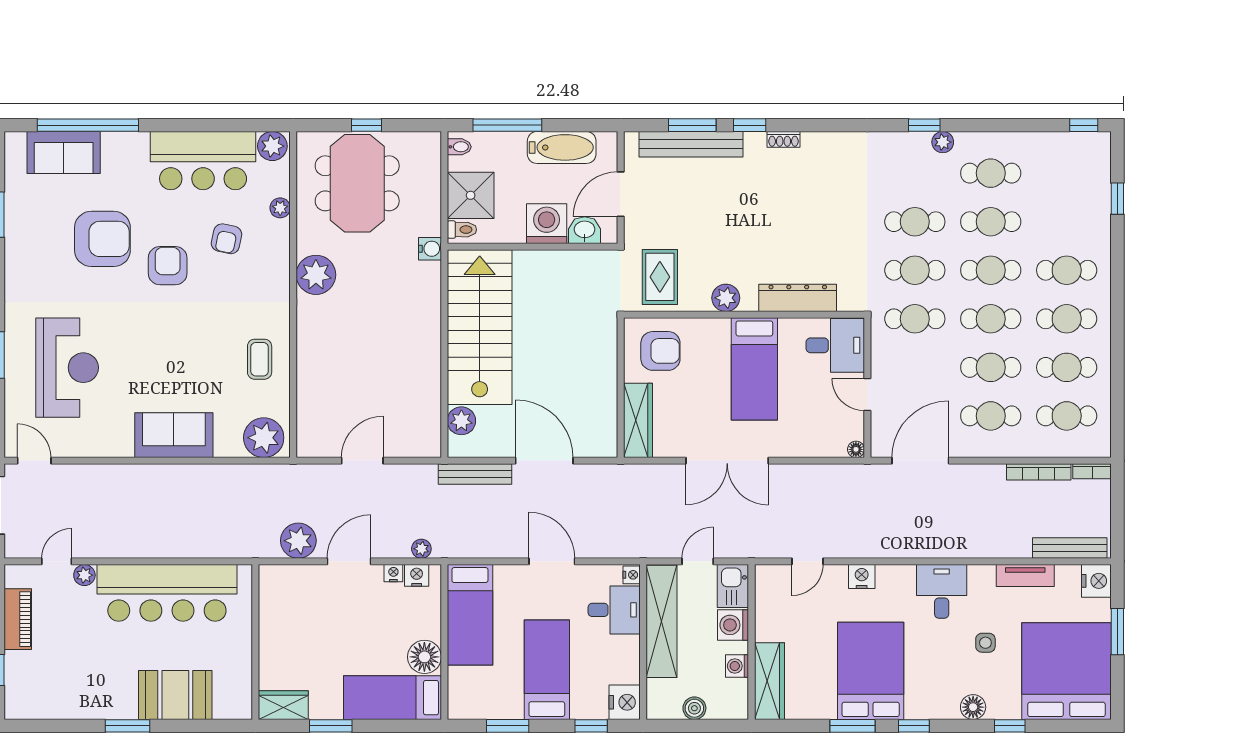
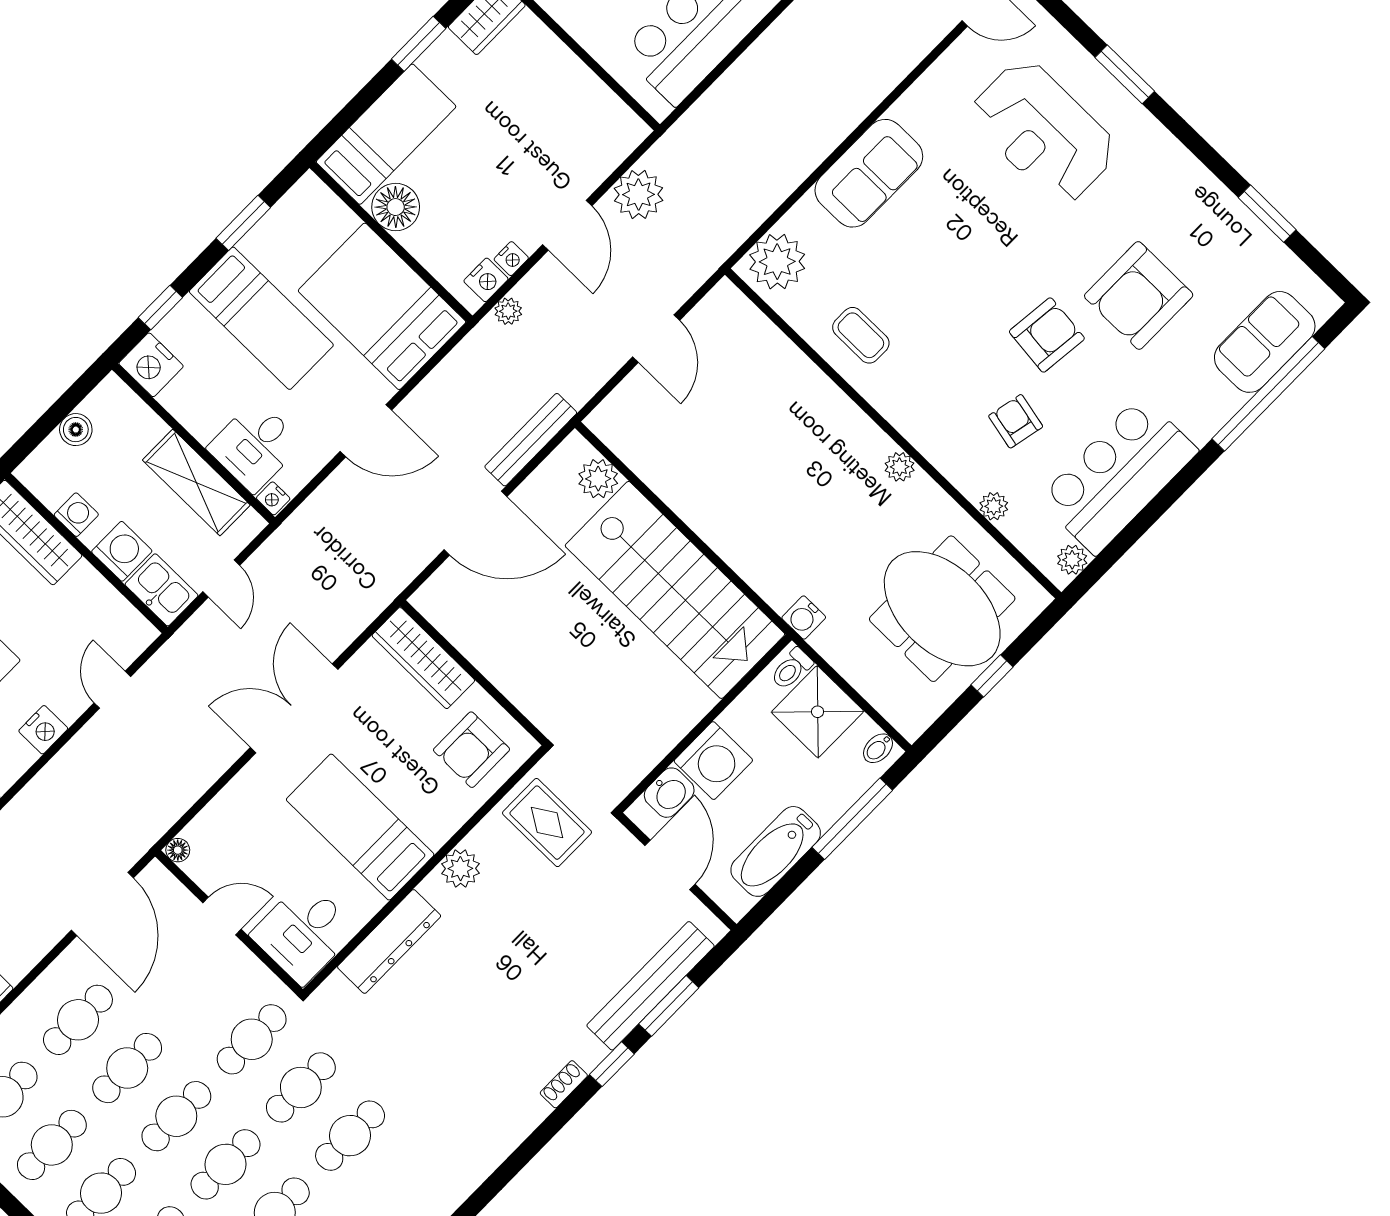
plant: (272, 146) -> (1072, 560), width x0.73, depth x0.73
armchair: (168, 266) -> (1047, 335), turned -84
plant: (316, 275) -> (900, 467), width x0.53, depth x0.53
bed: (470, 615) -> (382, 306), width x1.50
shelving: (662, 621) -> (196, 482), width x0.68

